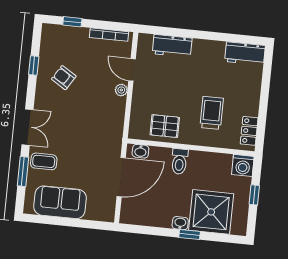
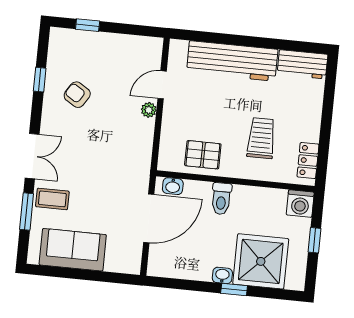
bookcase: (109, 35) -> (133, 41), removed
workbench: (172, 46) -> (232, 61), width x1.88, depth x1.32
door: (132, 70) -> (162, 85), hinge flipped

